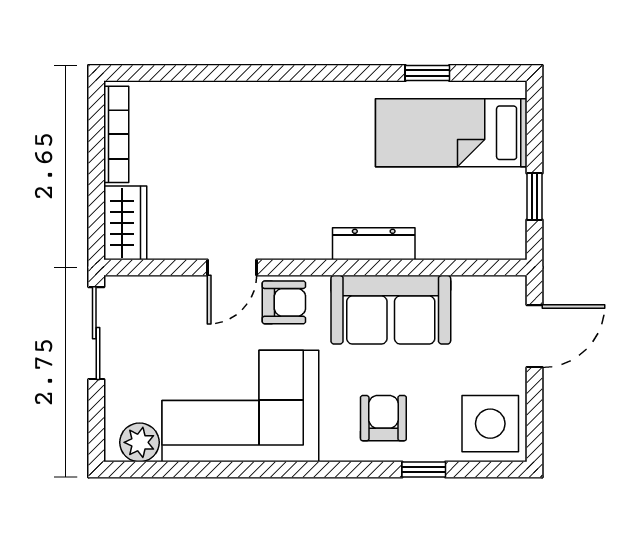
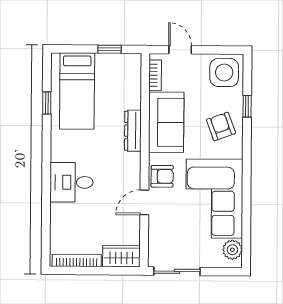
desk: (271, 123) -> (71, 182), added
door: (232, 267) -> (144, 202), swing flipped
bookcase: (484, 287) -> (155, 75), added
armchair: (284, 302) -> (162, 176), turned 90
door: (535, 336) -> (180, 50), width x0.73
armchair: (383, 418) -> (221, 126), turned 70

